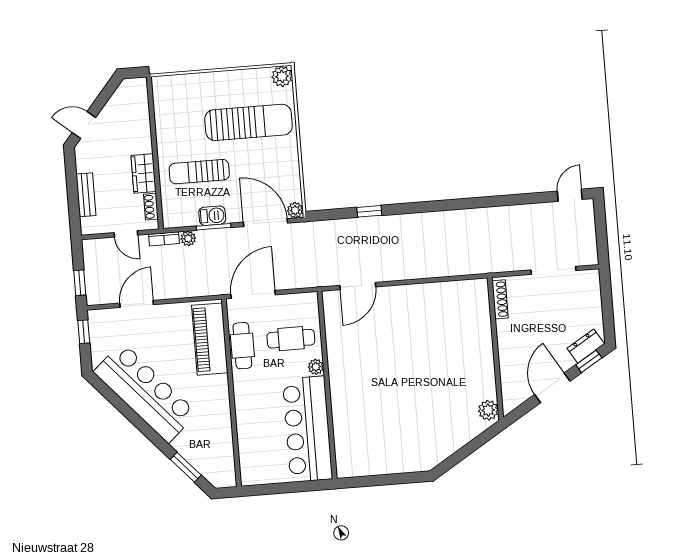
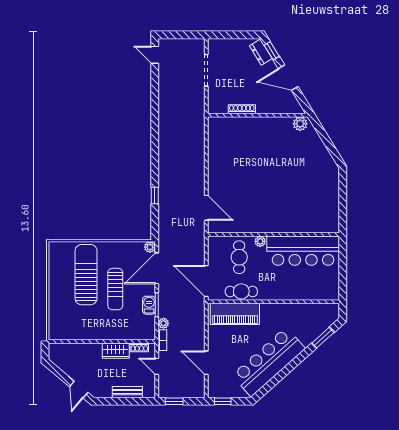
plant: (282, 76) -> (56, 249), removed
sun lounger: (199, 172) -> (115, 289), moved
door: (126, 234) -> (157, 366), swing flipped
window: (80, 283) -> (174, 401), moved
shoe rack: (500, 299) -> (242, 109), moved

